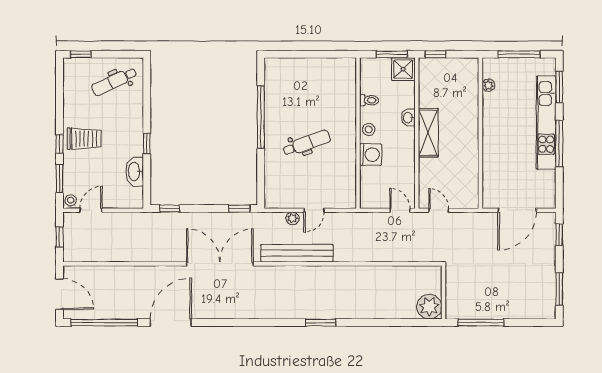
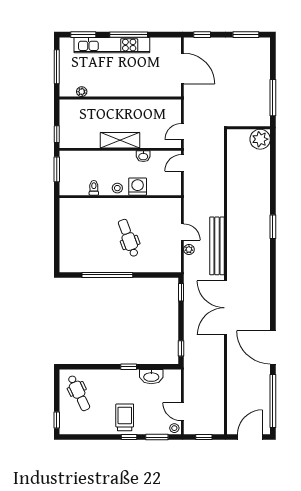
shower: (403, 69) -> (69, 160), removed
washbasin: (408, 118) -> (143, 156), moved

